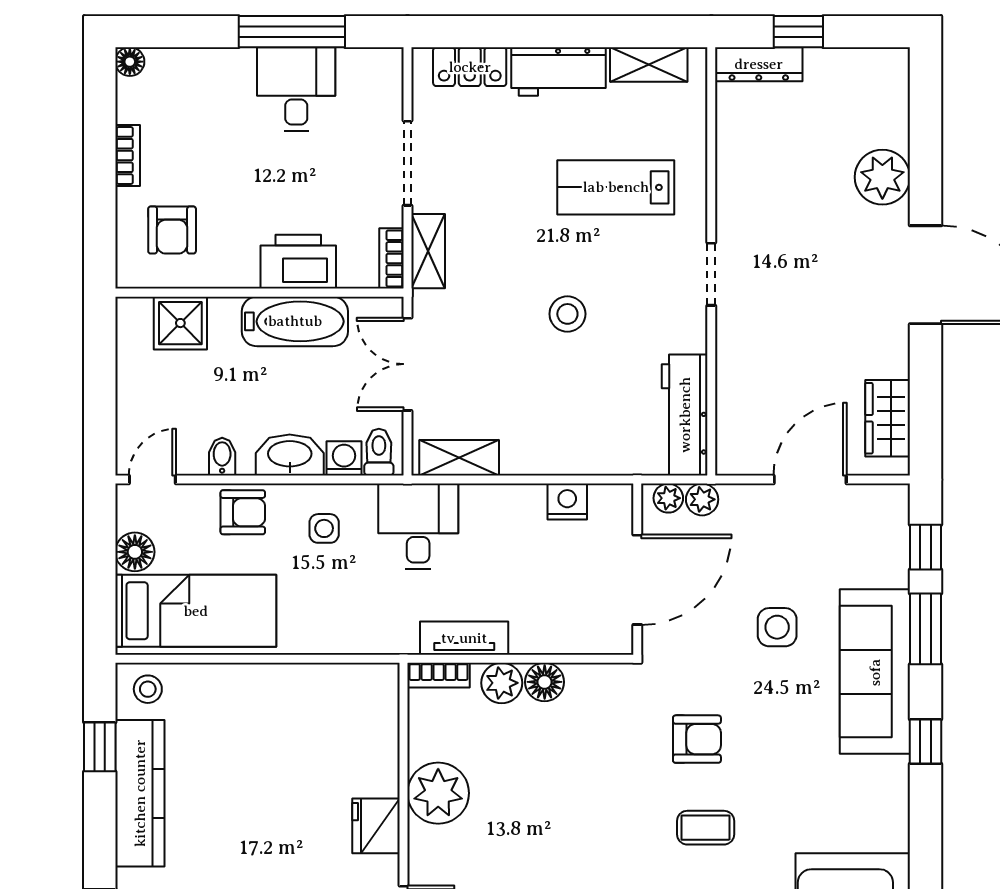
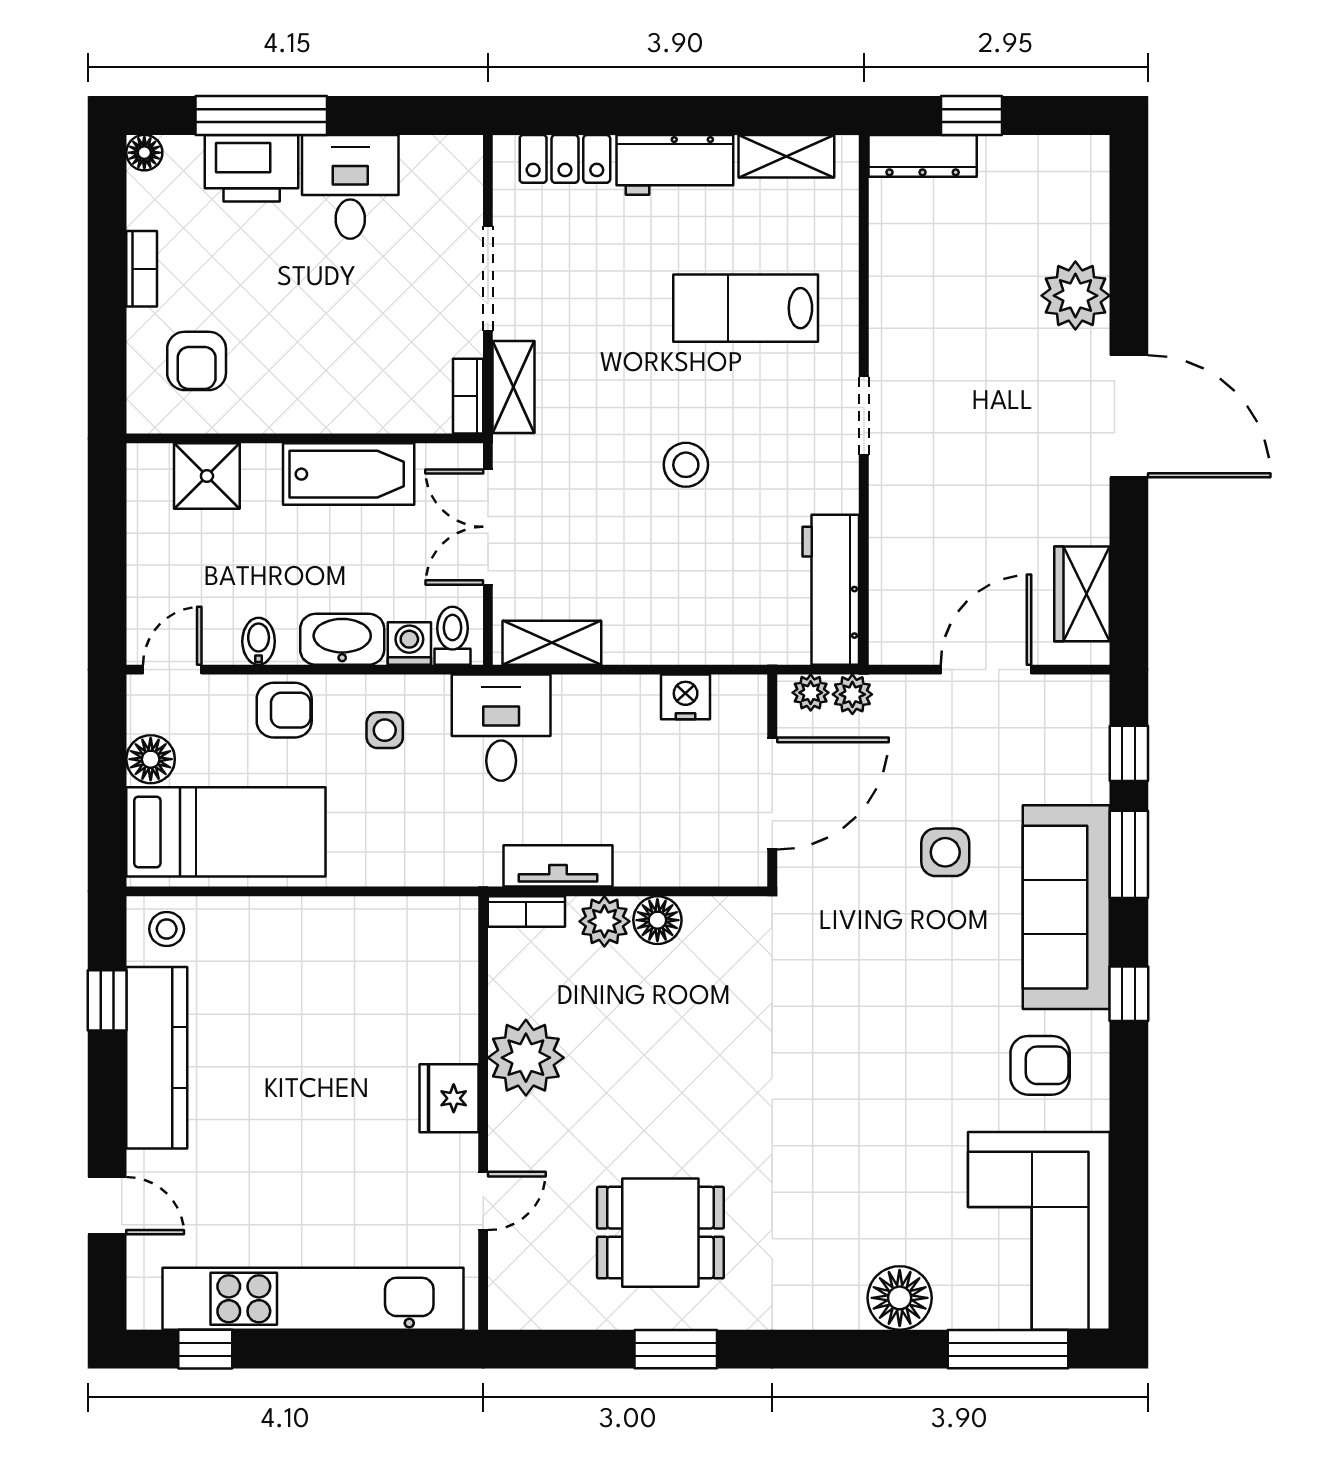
window: (292, 32) -> (261, 115), moved
printer: (298, 262) -> (252, 168), moved, turned 180
armchair: (697, 739) -> (1040, 1065), moved
coffee table: (706, 828) -> (857, 1100), removed

